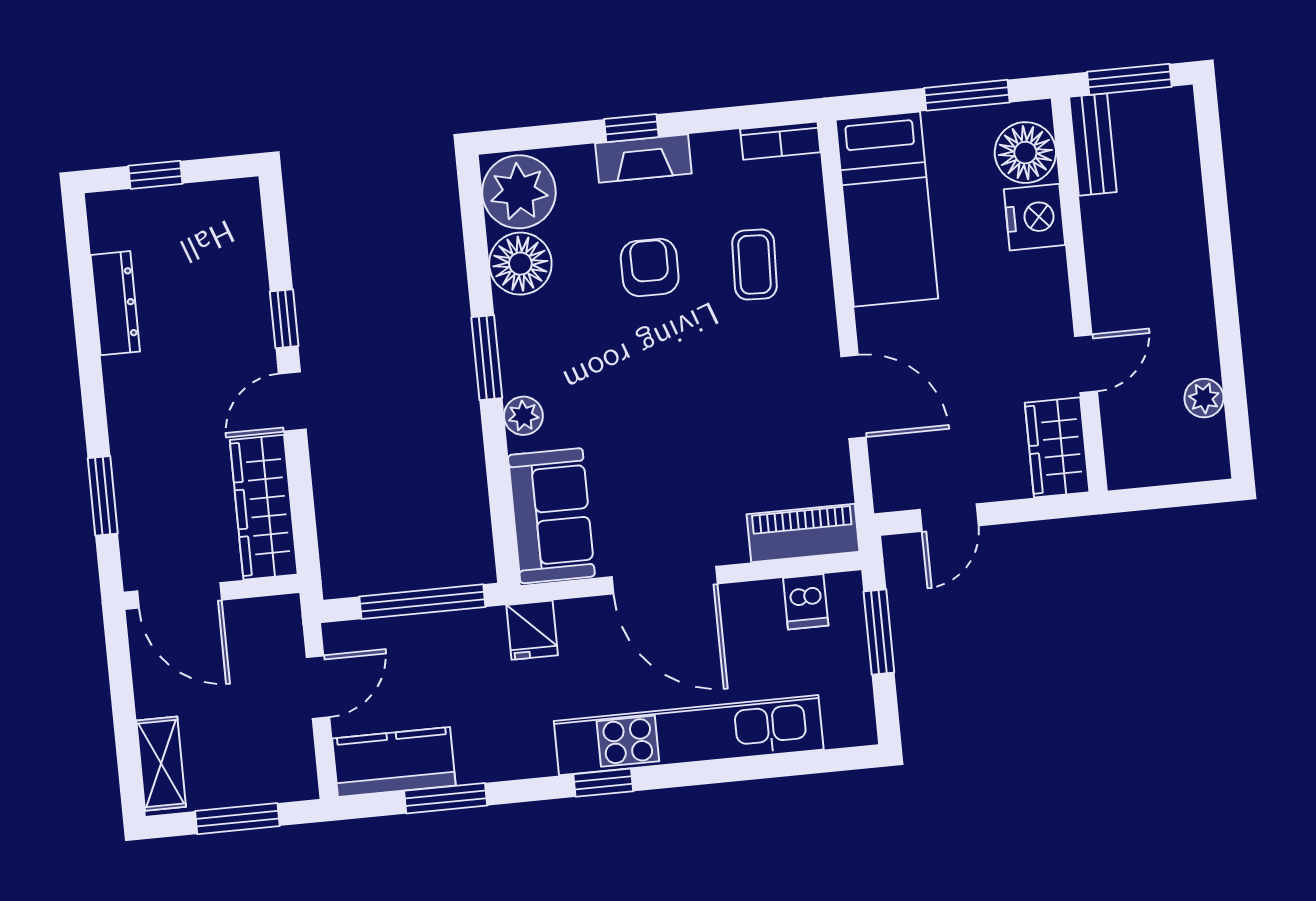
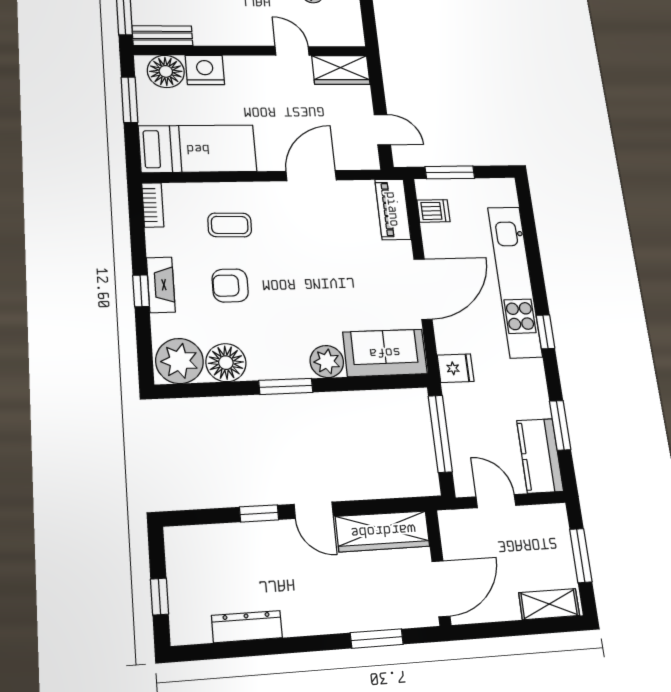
plant: (523, 416) -> (327, 361), width x1.38, depth x1.38

